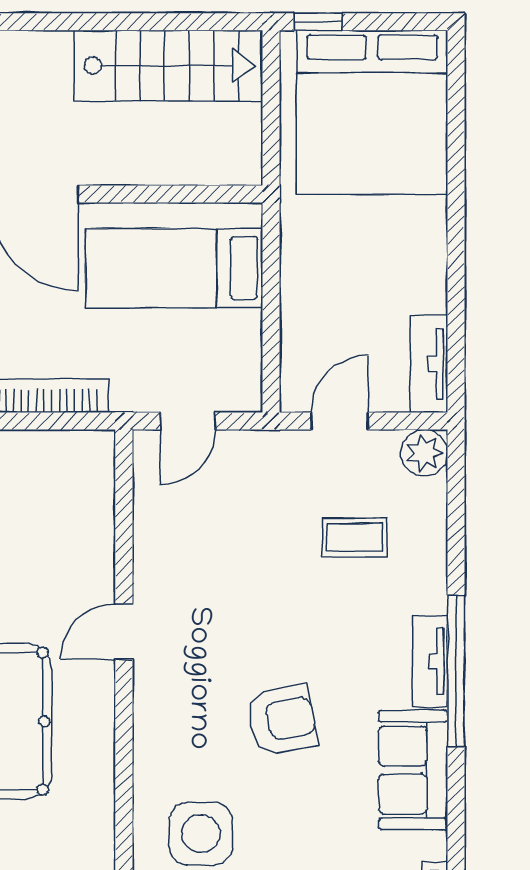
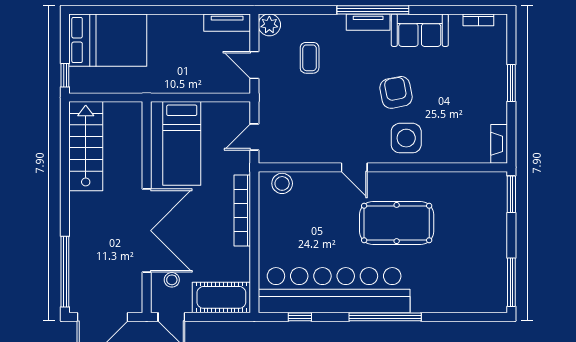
bed: (372, 112) -> (108, 40), width x0.73
door: (188, 421) -> (254, 137), swing flipped
stool: (90, 480) -> (282, 183), added
side table: (201, 834) -> (406, 138), moved

